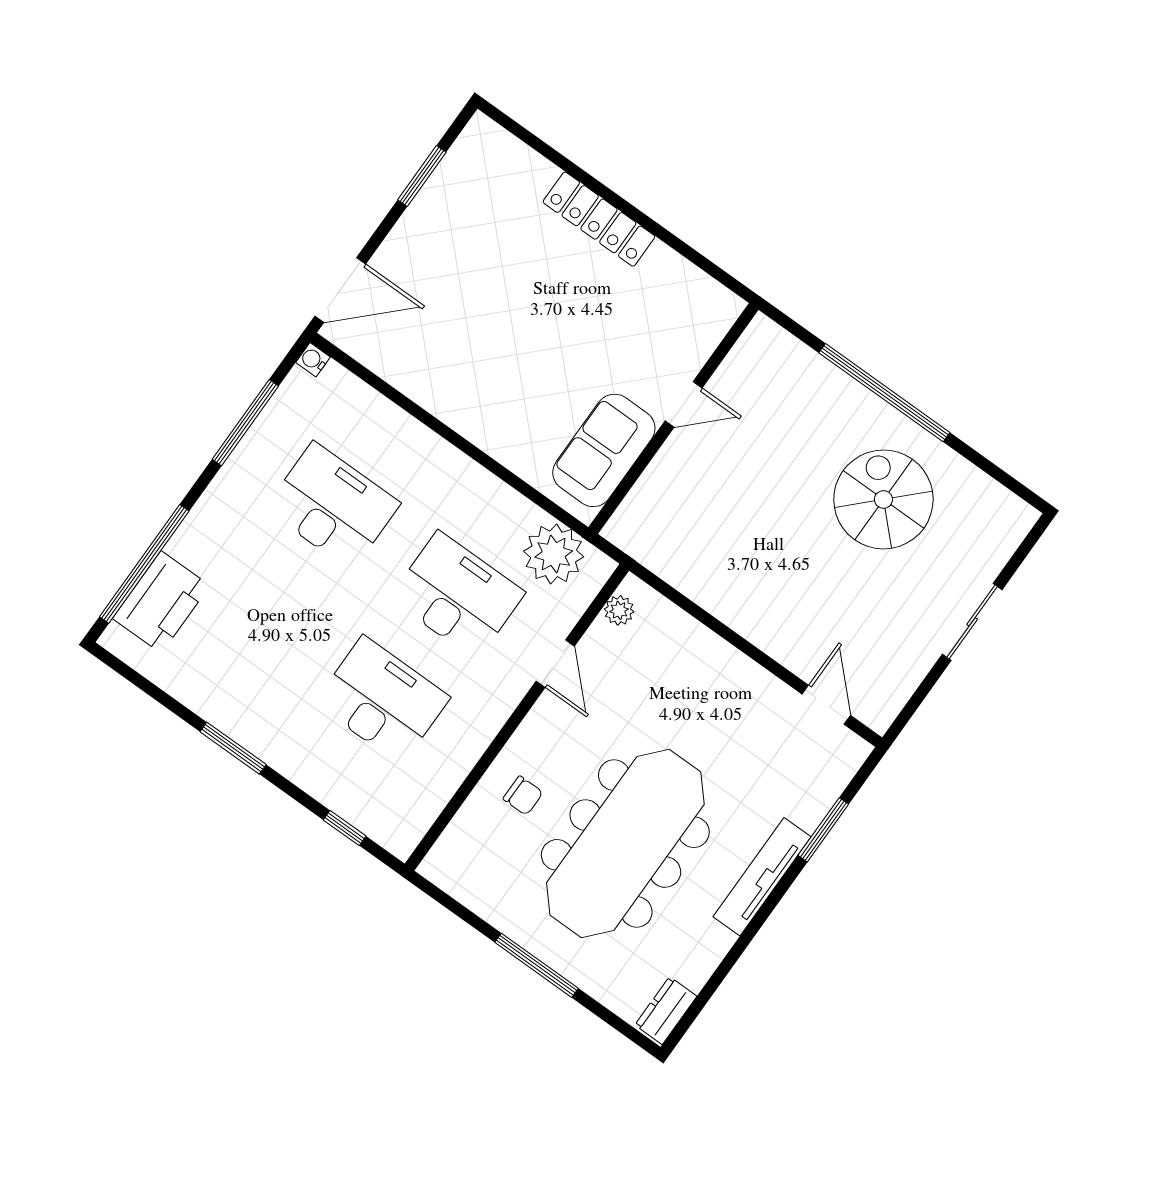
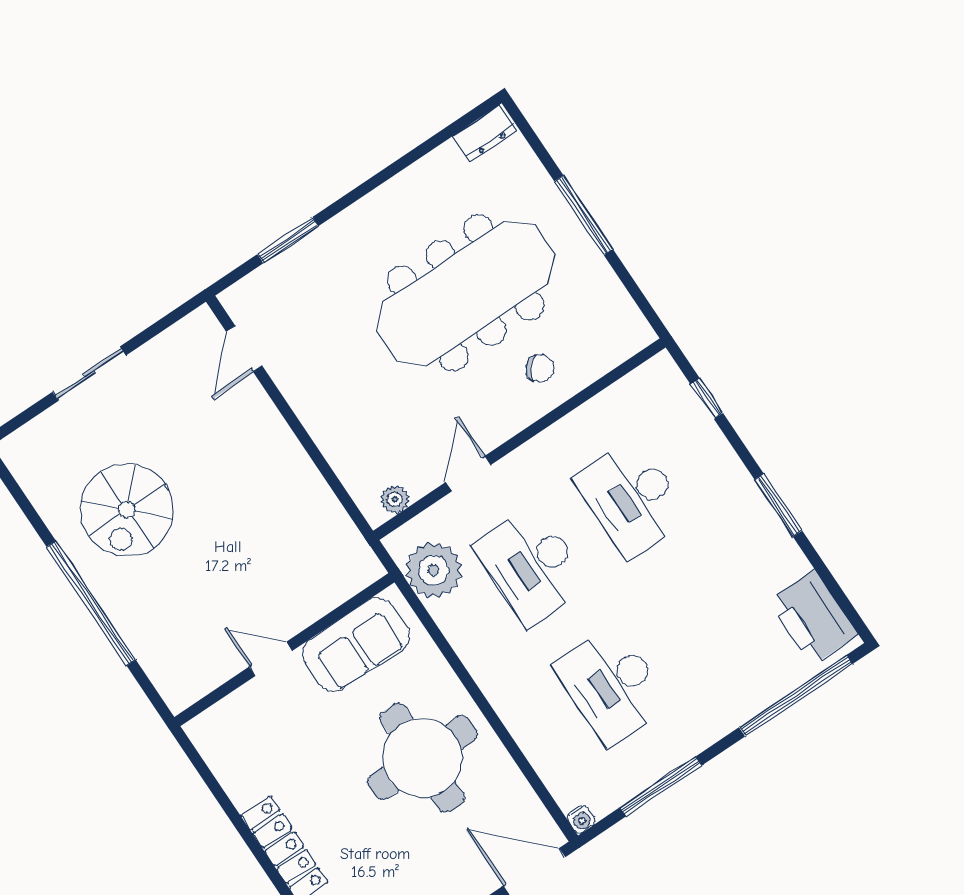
round table: (495, 362) -> (422, 758), added
printer: (161, 602) -> (813, 618), moved, turned -90
chair: (523, 796) -> (540, 369), turned 129
tv unit: (762, 877) -> (357, 219), removed

